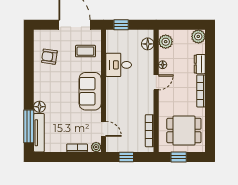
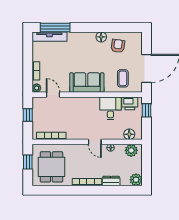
printer: (113, 43) -> (130, 103), added
floor lamp: (39, 107) -> (101, 37), moved
door: (104, 129) -> (53, 95), swing flipped

